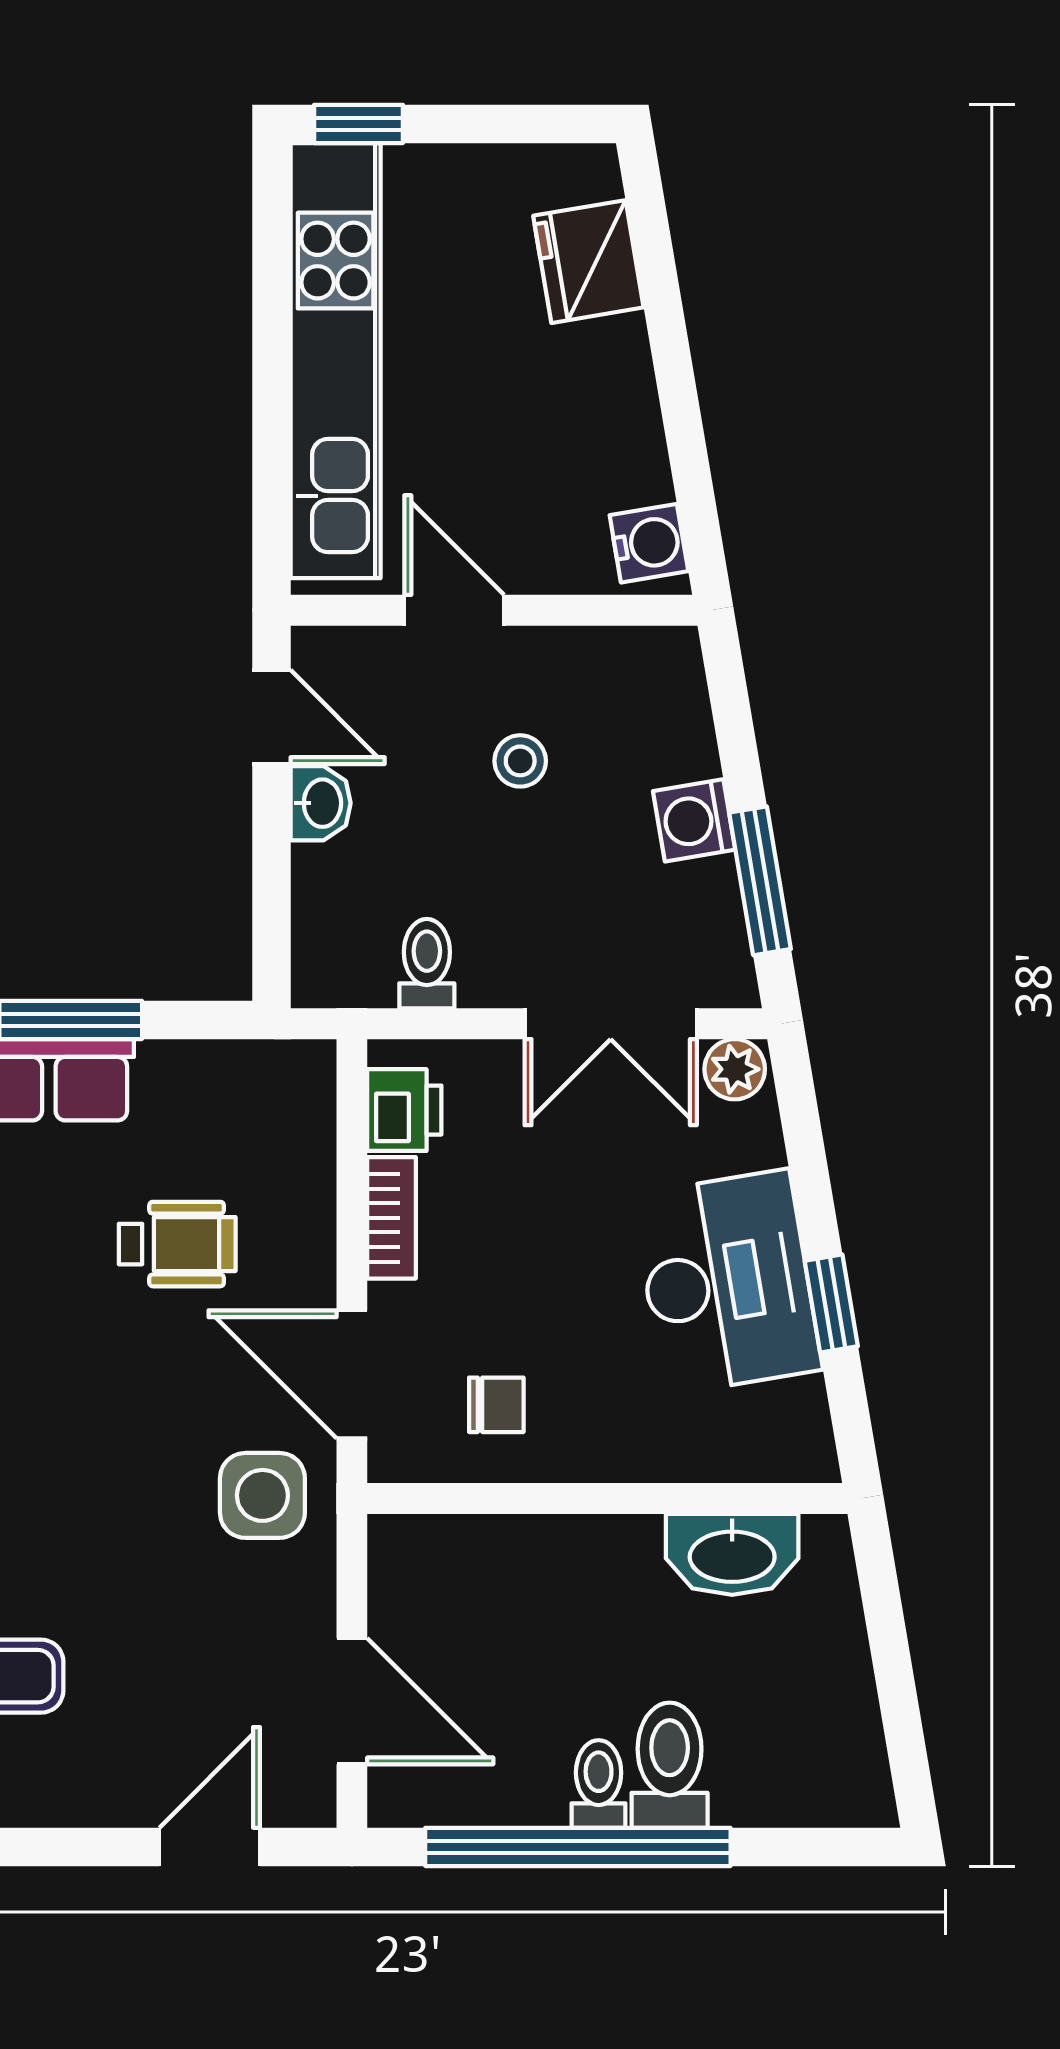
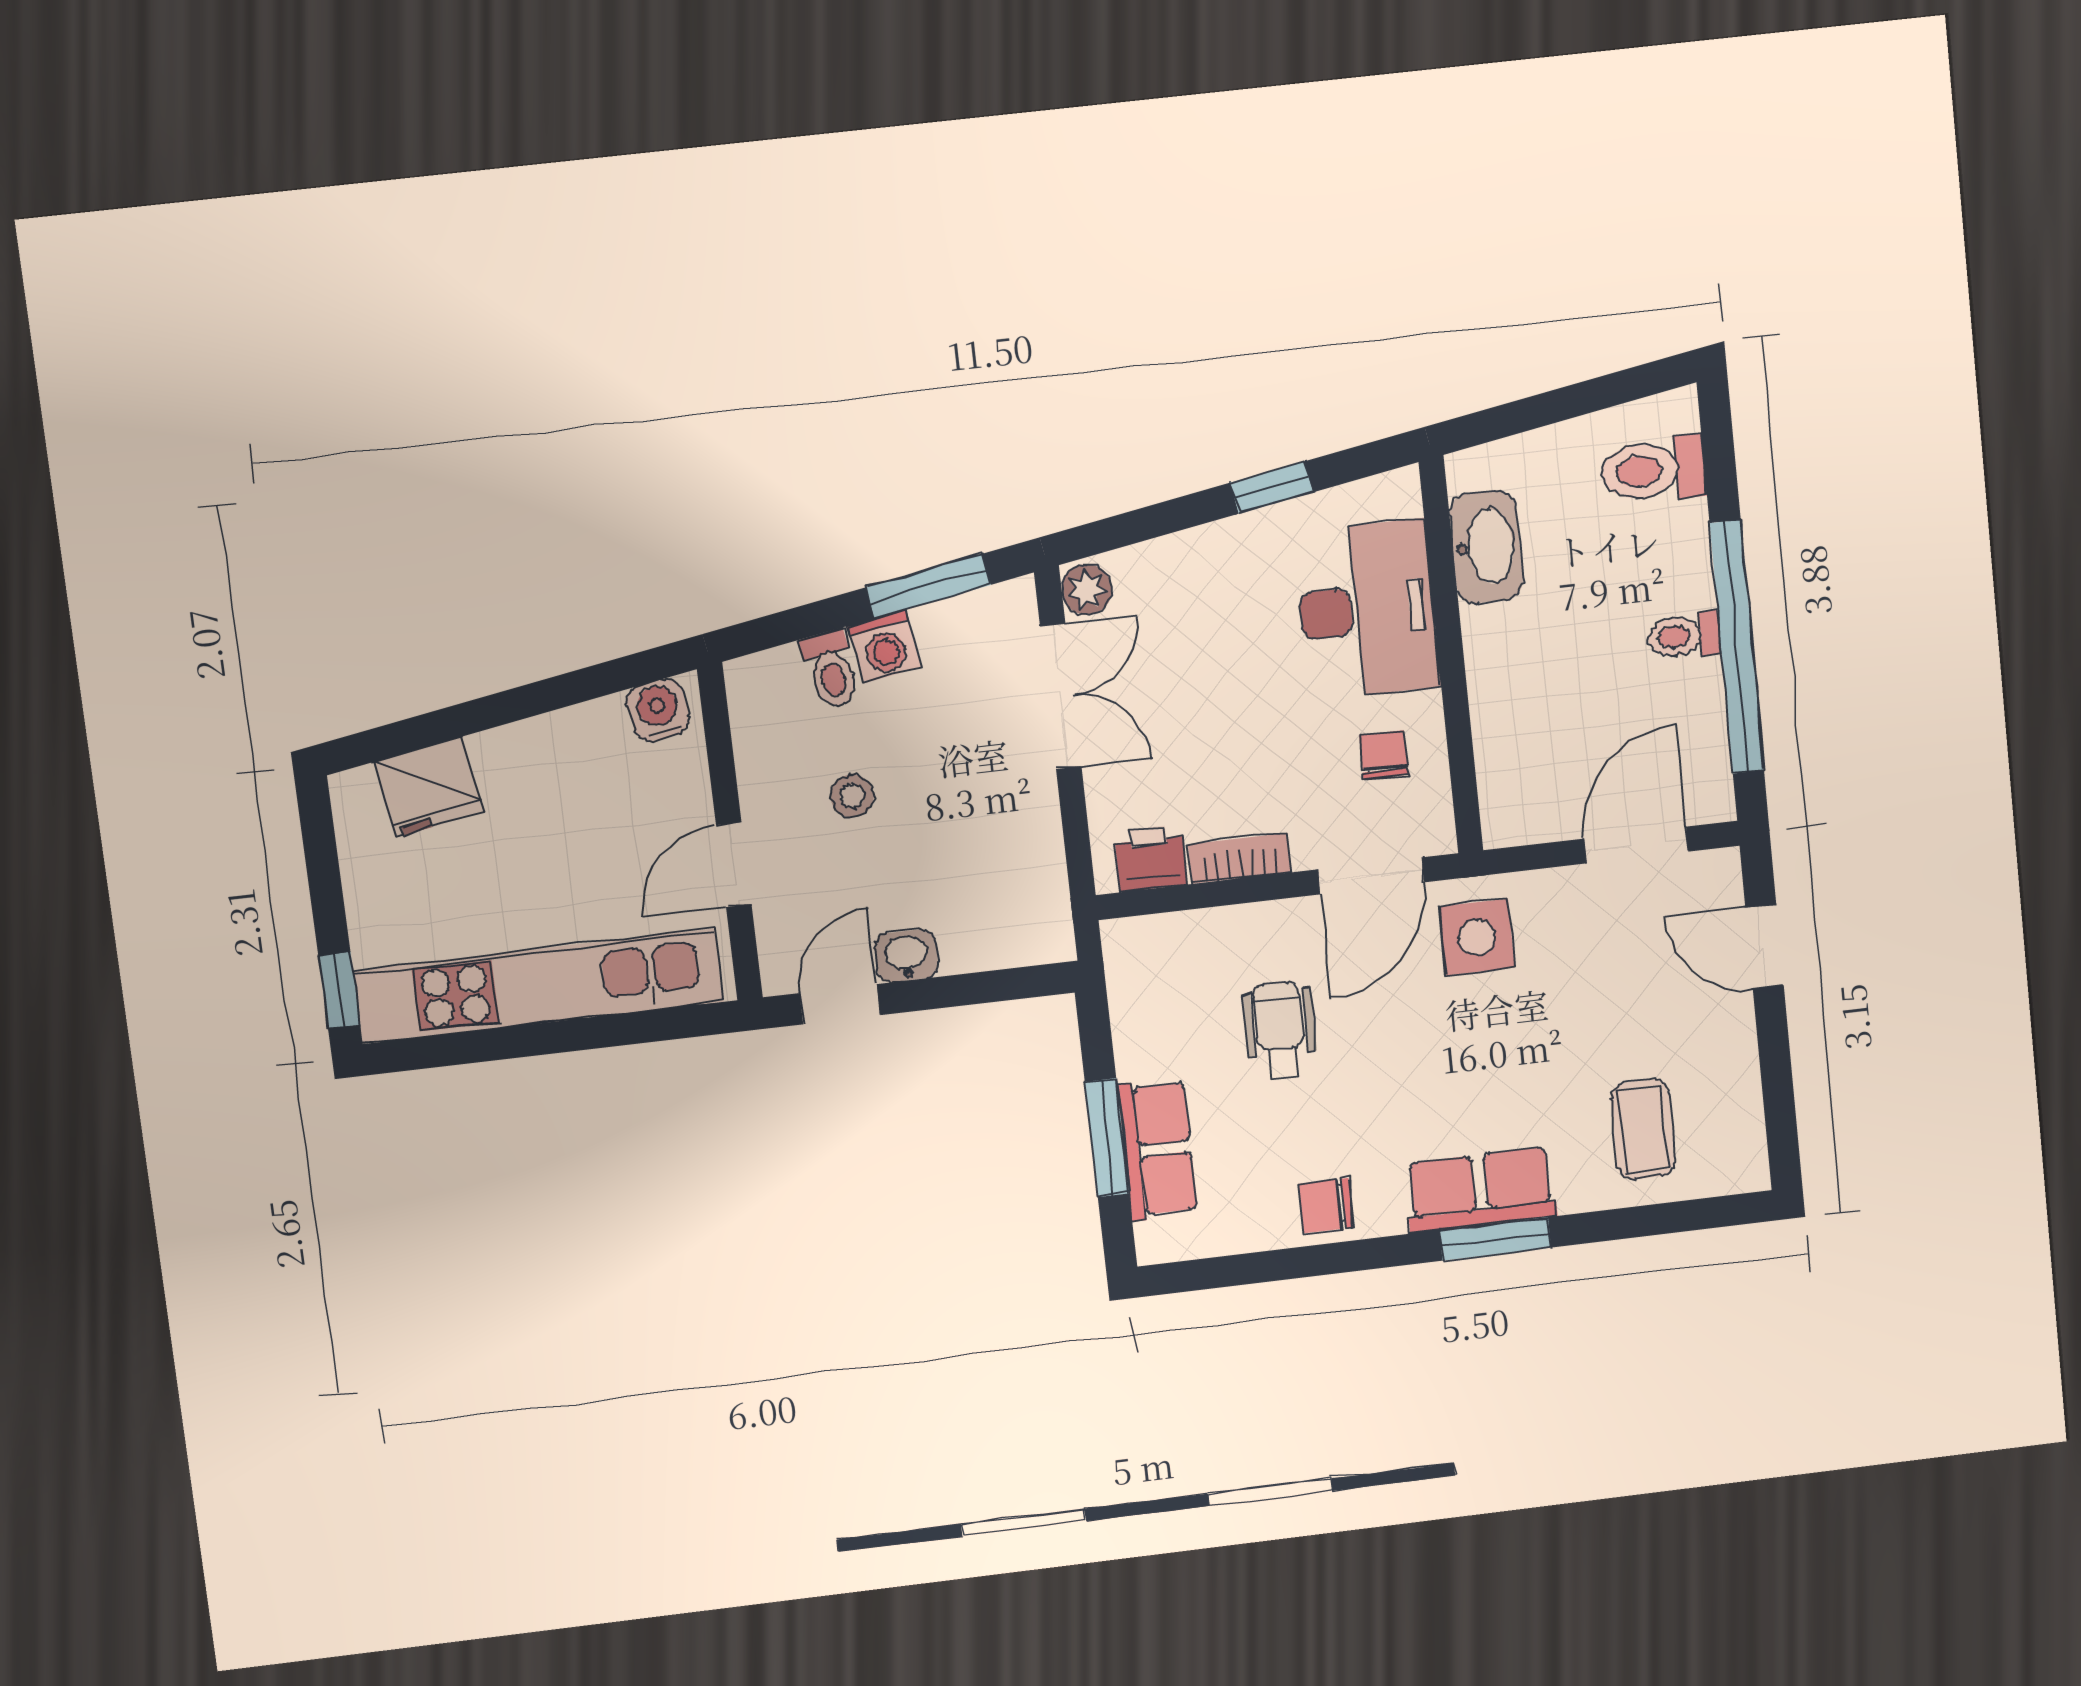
toilet: (427, 964) -> (831, 670), moved, turned -100
desk: (727, 1282) -> (1367, 610), moved, turned 100
toilet: (670, 1765) -> (1653, 470), moved

